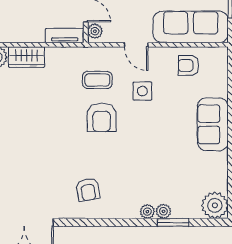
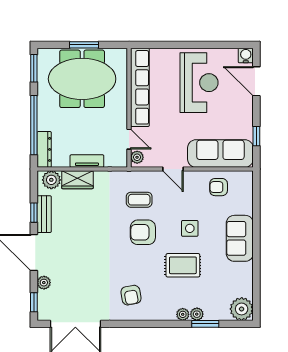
tv unit: (65, 36) -> (87, 161), moved
side table: (142, 91) -> (190, 228), moved
armchair: (102, 117) -> (143, 232), turned 90
rug: (148, 155) -> (183, 265), added

